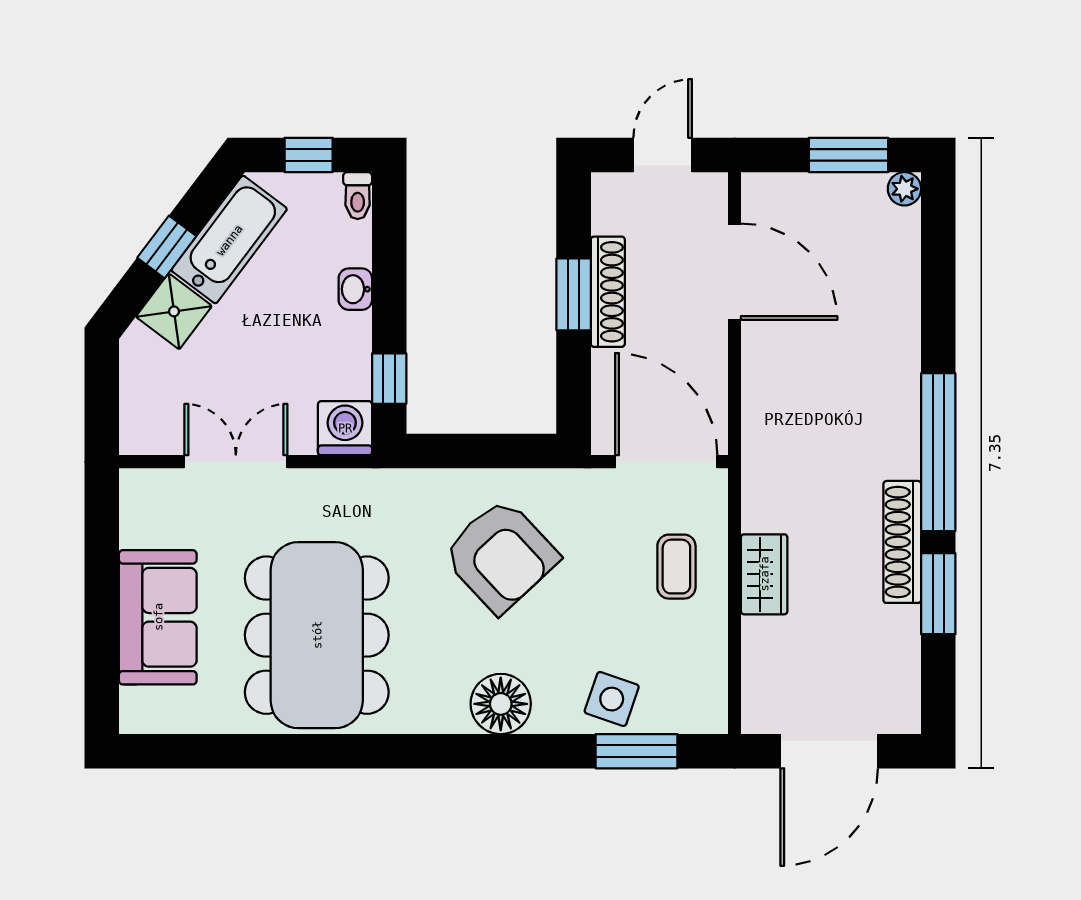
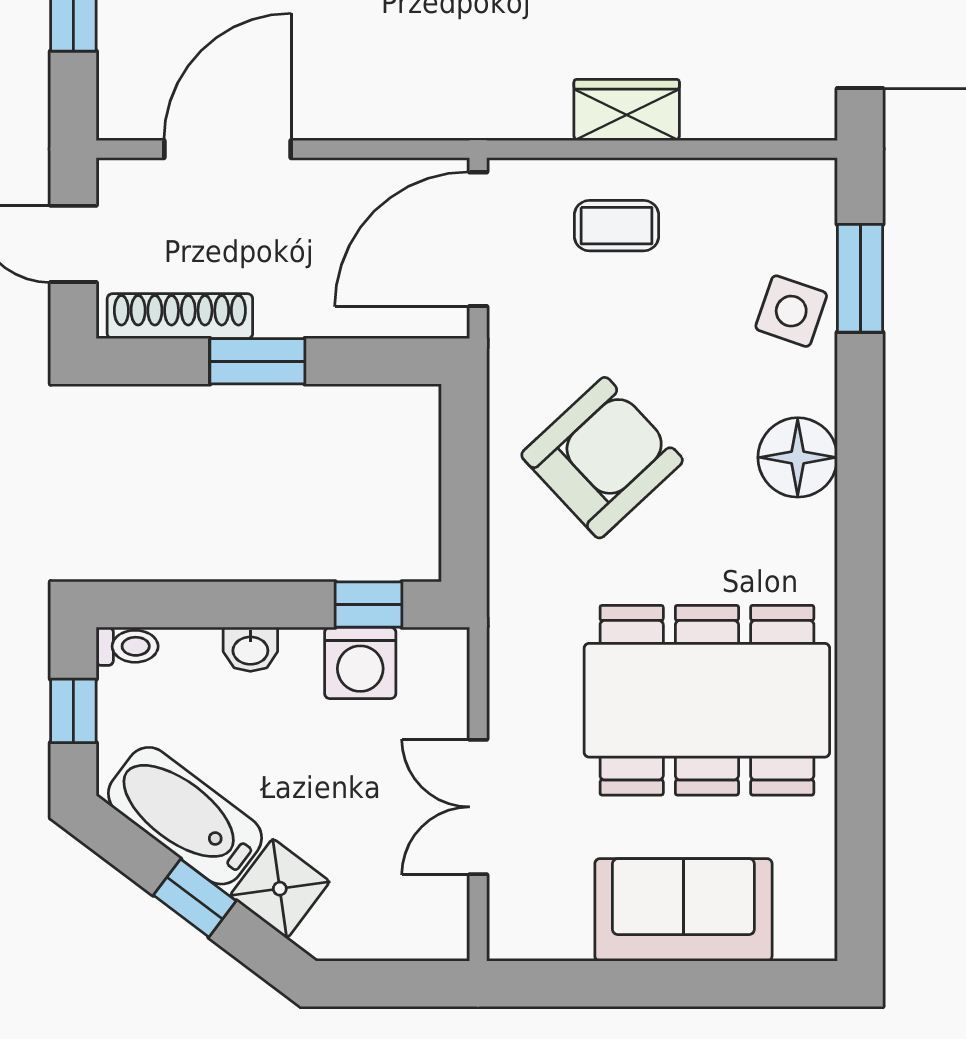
shoe rack: (608, 292) -> (180, 316), moved
washing machine: (345, 428) -> (360, 663), moved, turned -90

